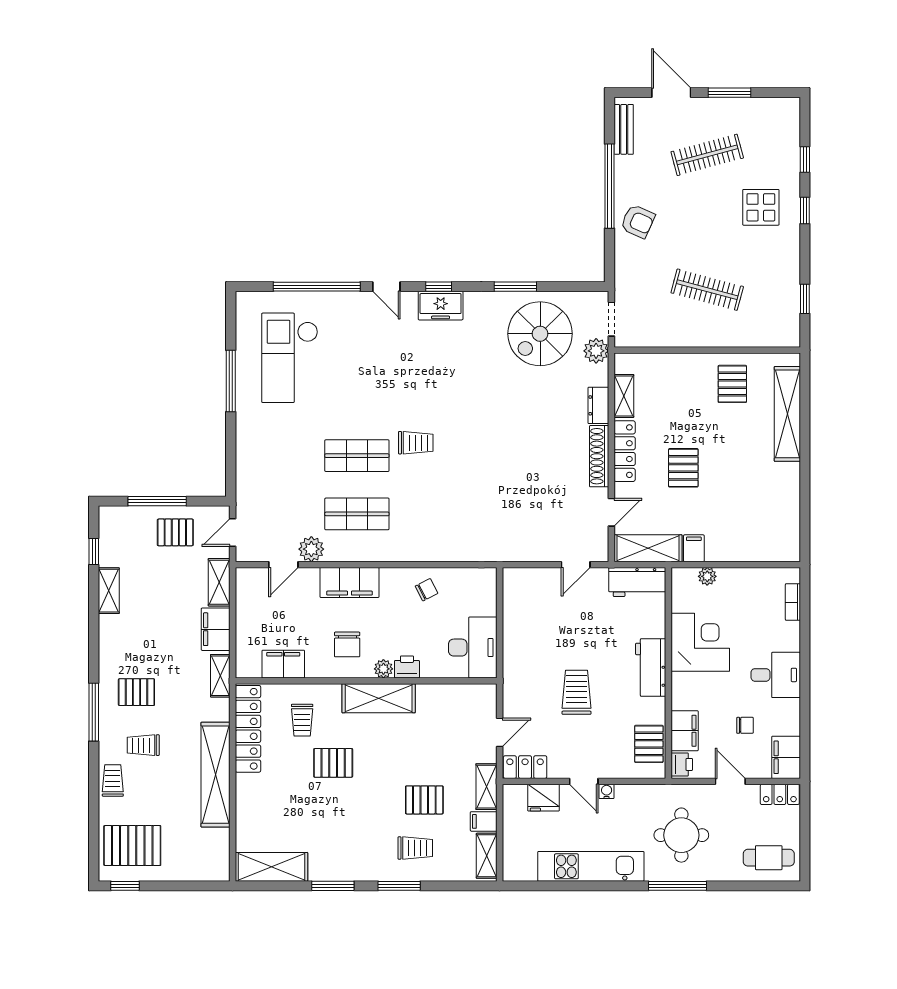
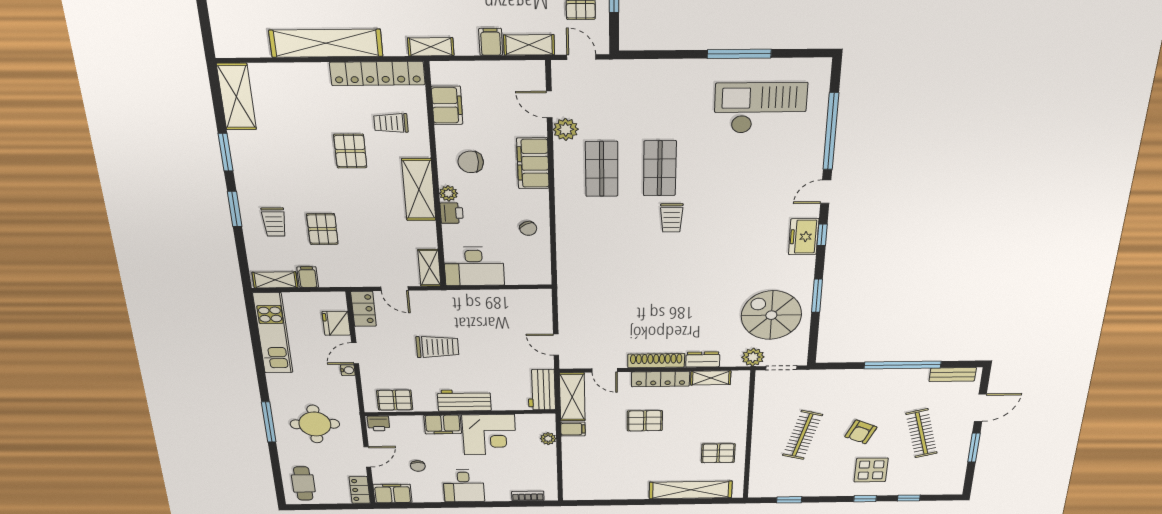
armchair: (638, 221) -> (861, 432), moved
filing cabinet: (216, 629) -> (491, 42), width x0.50
filing cabinet: (685, 731) -> (443, 424), moved
shelving: (486, 787) -> (429, 268), moved, turned 90
kitchen unit: (591, 866) -> (273, 333), moved

